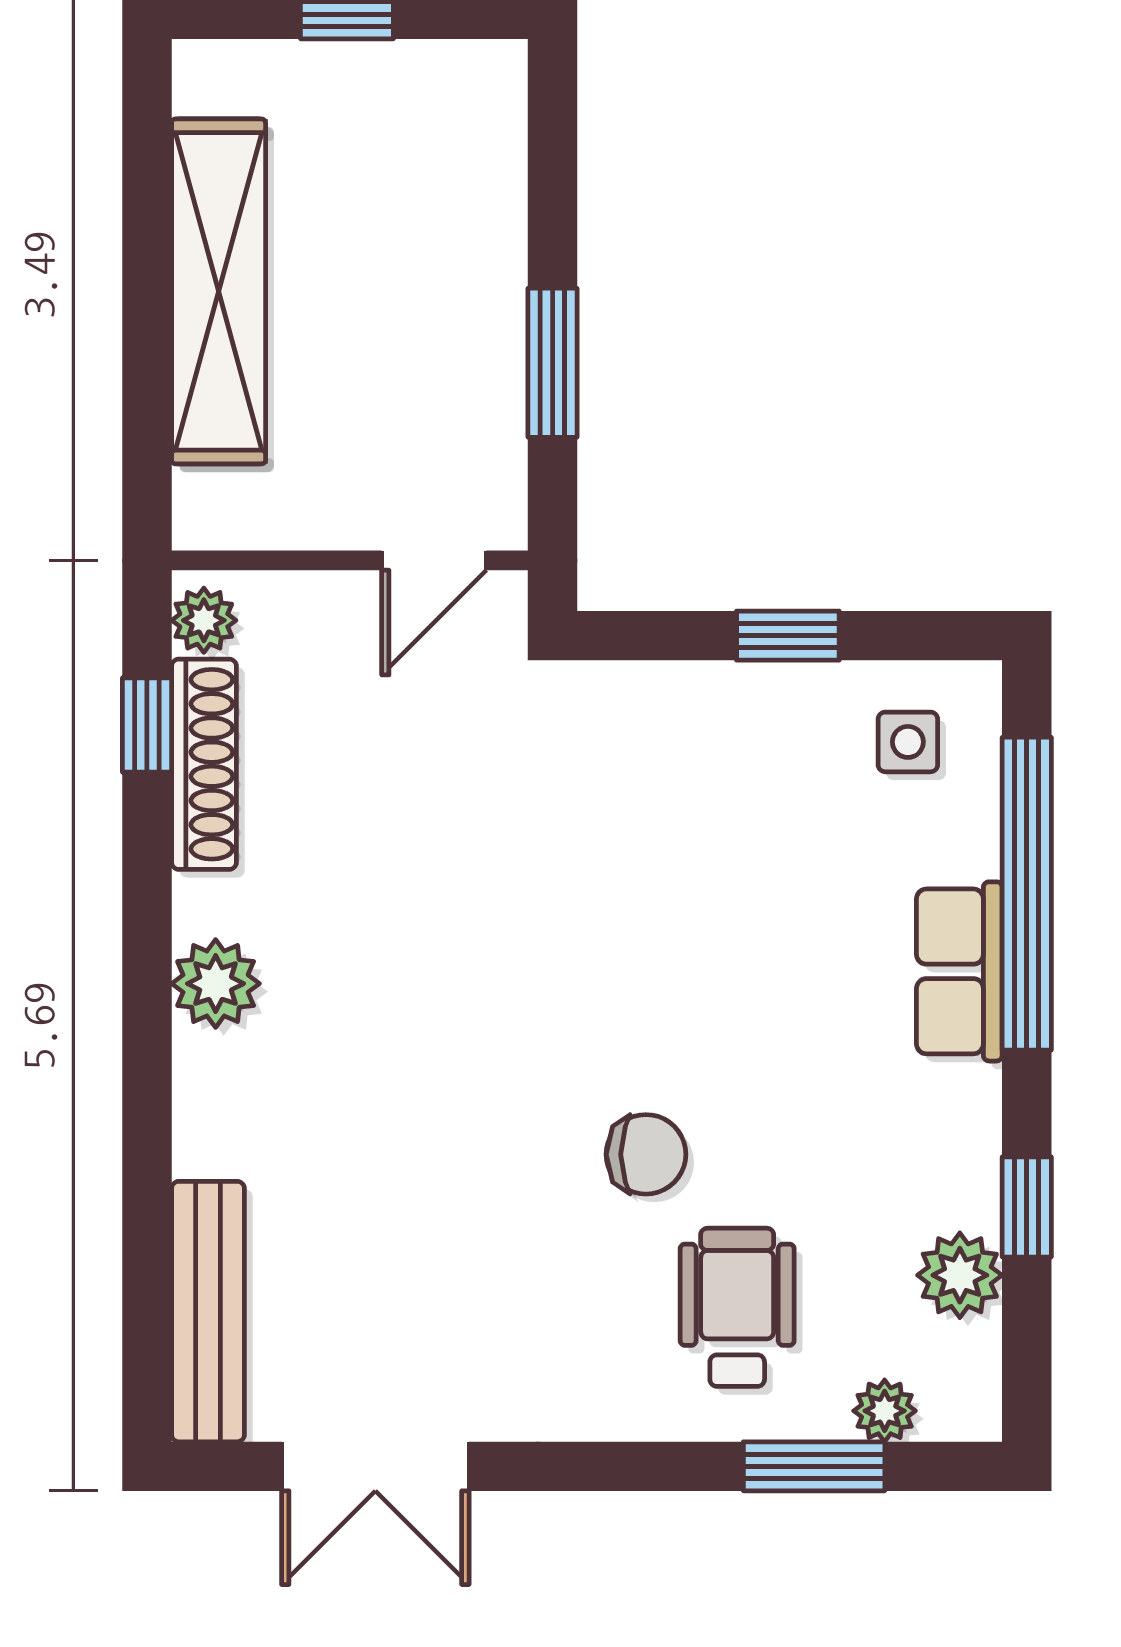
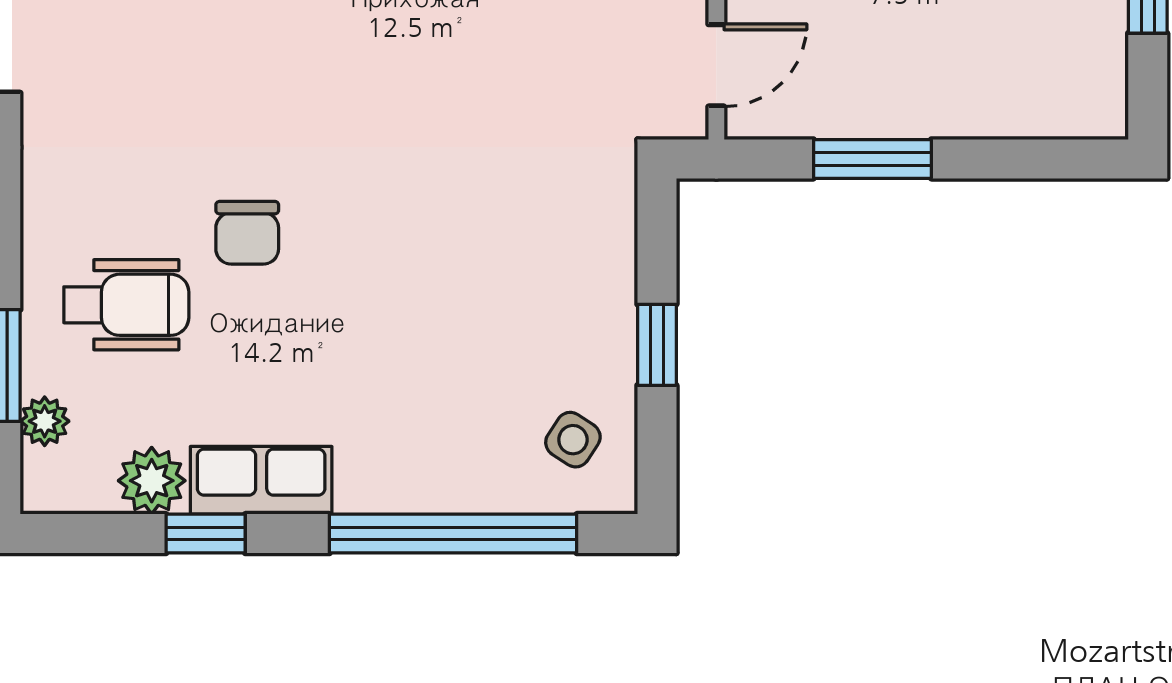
door: (434, 560) -> (716, 65), swing flipped
side table: (908, 742) -> (573, 440), turned 33
row of seats: (959, 971) -> (261, 480), moved

